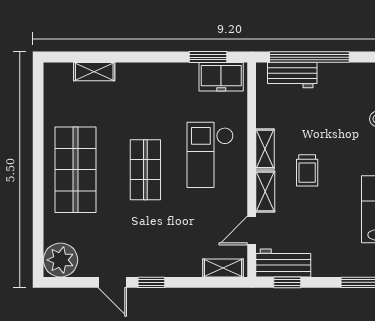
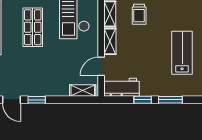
trolley: (307, 170) -> (139, 14), moved
window: (287, 282) -> (143, 100), moved

